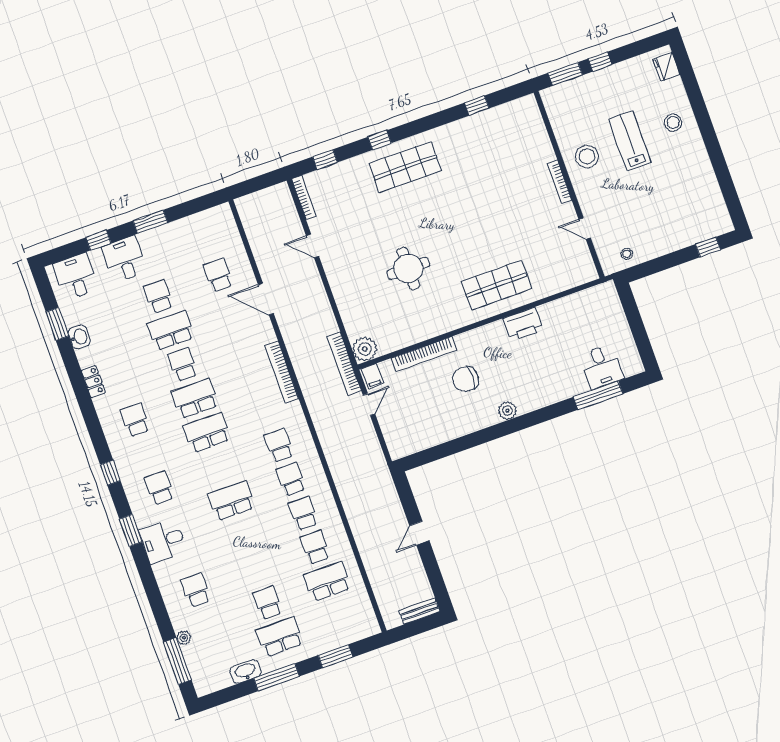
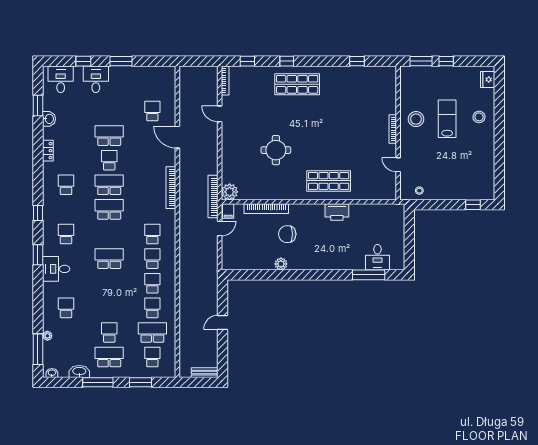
school desk: (159, 296) -> (152, 357), moved
plant: (507, 411) -> (281, 264), moved
washbasin: (208, 687) -> (52, 373), added

